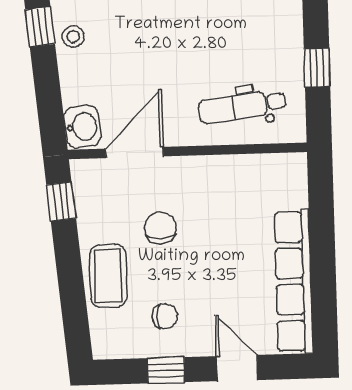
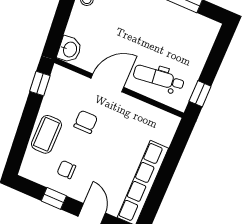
window: (317, 68) -> (200, 94), moved
door: (134, 152) -> (107, 83), moved
chair: (165, 316) -> (66, 170), turned 180

